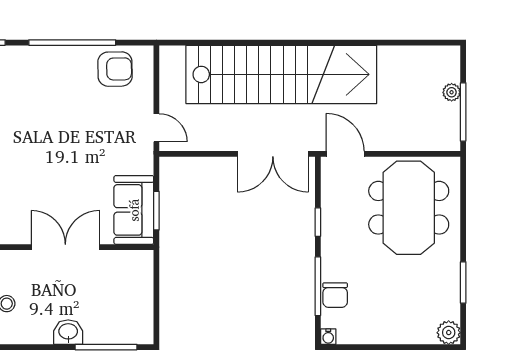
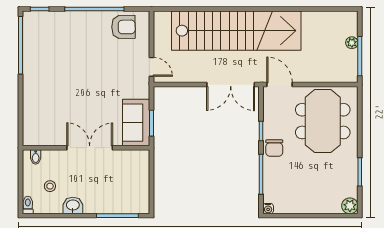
chair: (335, 295) -> (274, 148), moved
washbasin: (68, 332) -> (73, 205), moved

